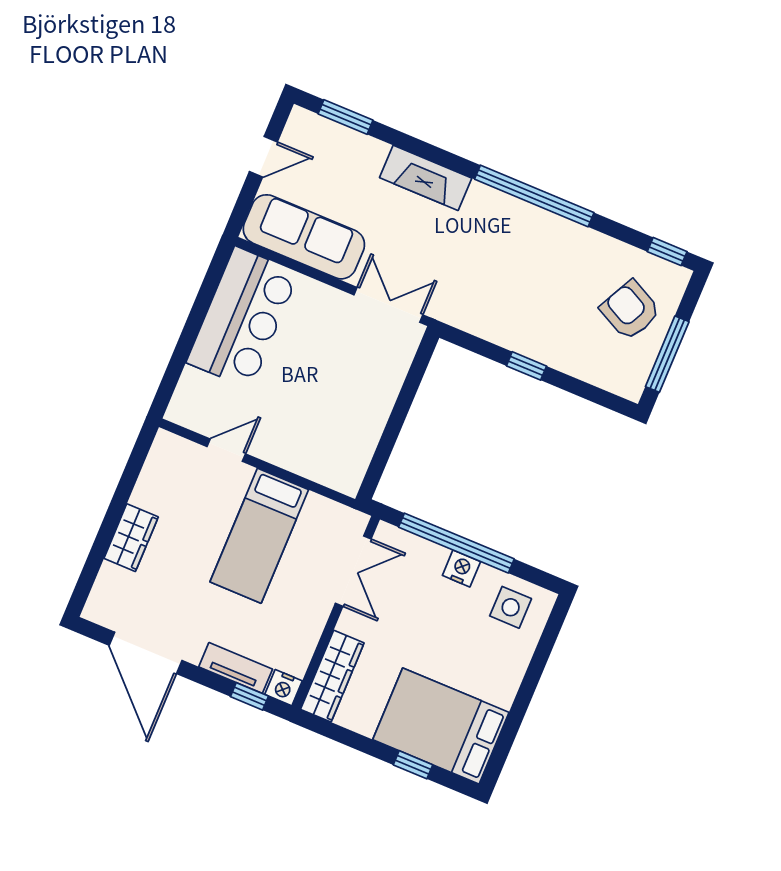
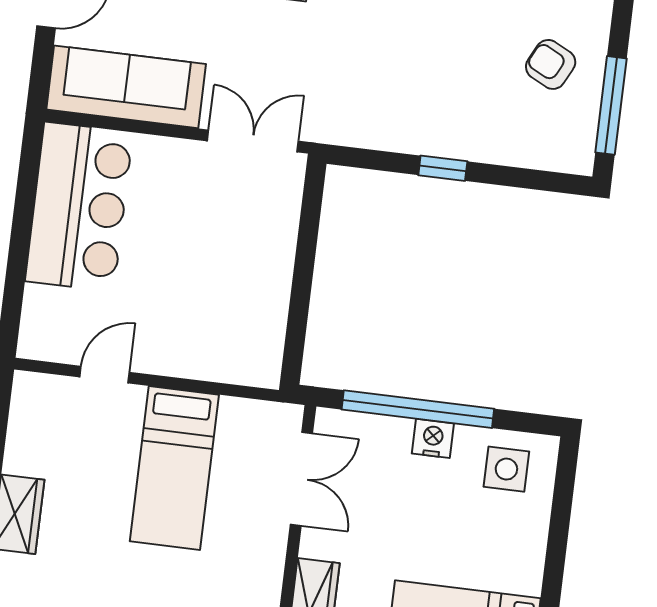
armchair: (630, 310) -> (551, 64), width x0.72, depth x0.72

